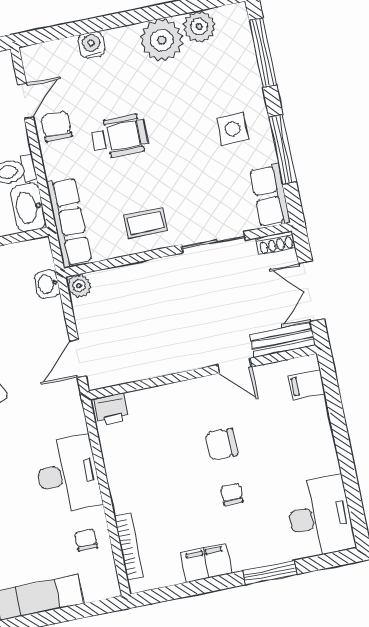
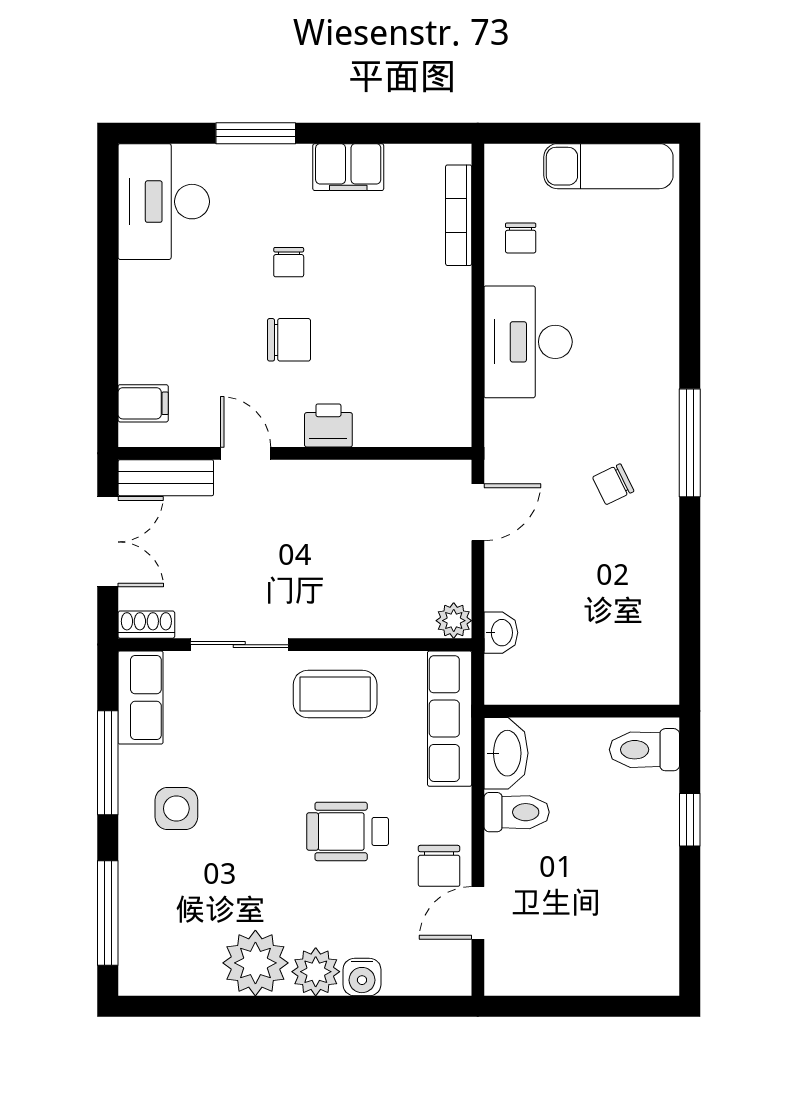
plant: (199, 27) -> (316, 972), moved
coffee table: (146, 223) -> (335, 694), width x1.36, depth x1.30
printer: (111, 409) -> (328, 425), moved

